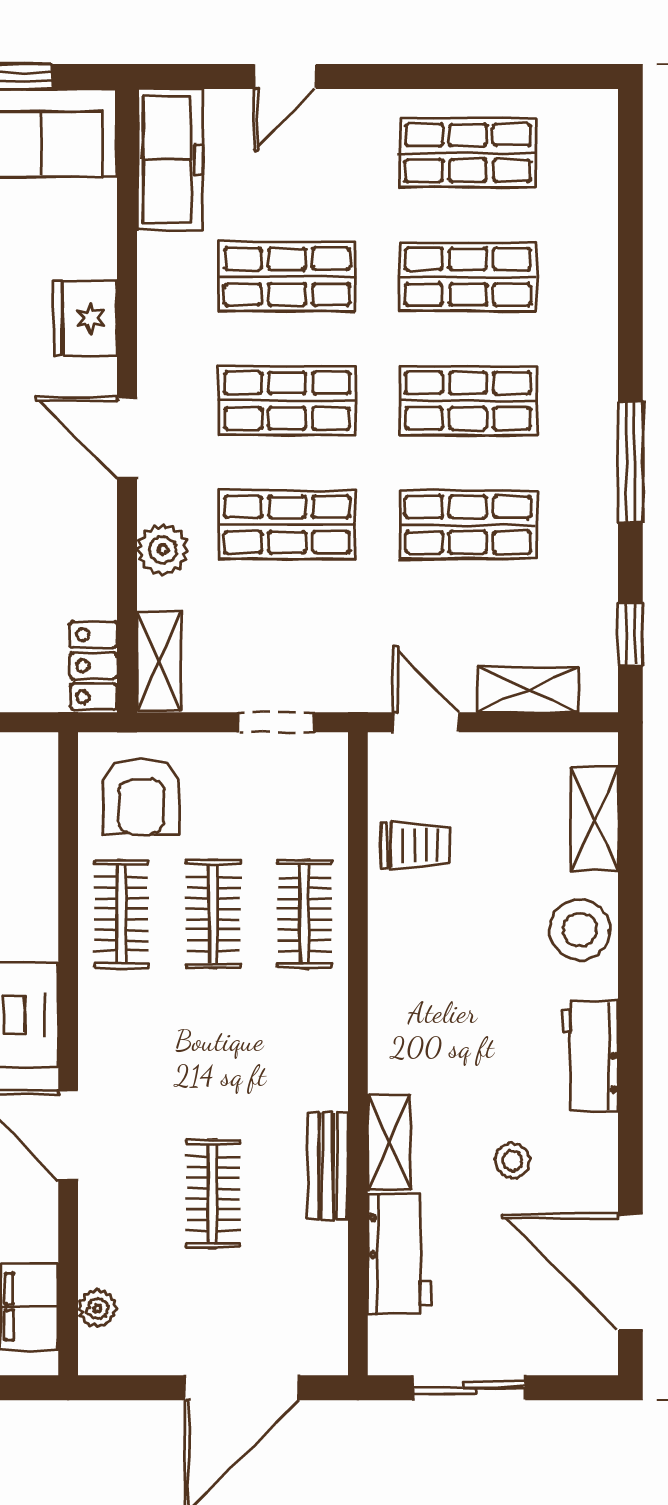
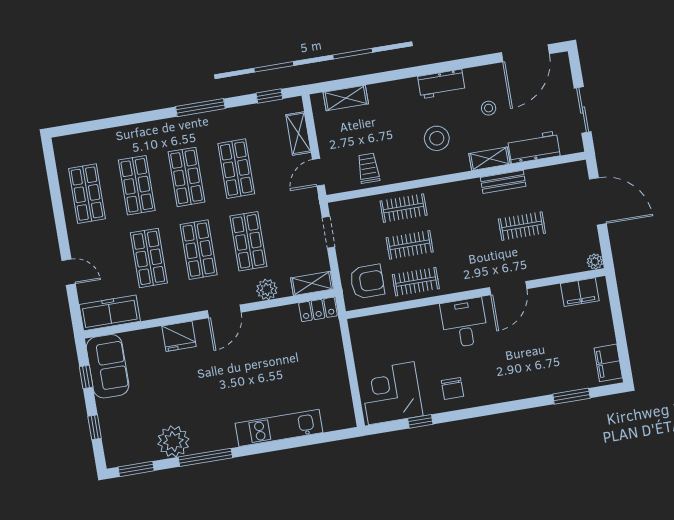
stool: (580, 930) -> (437, 138), moved
plant: (97, 1309) -> (595, 262), moved

